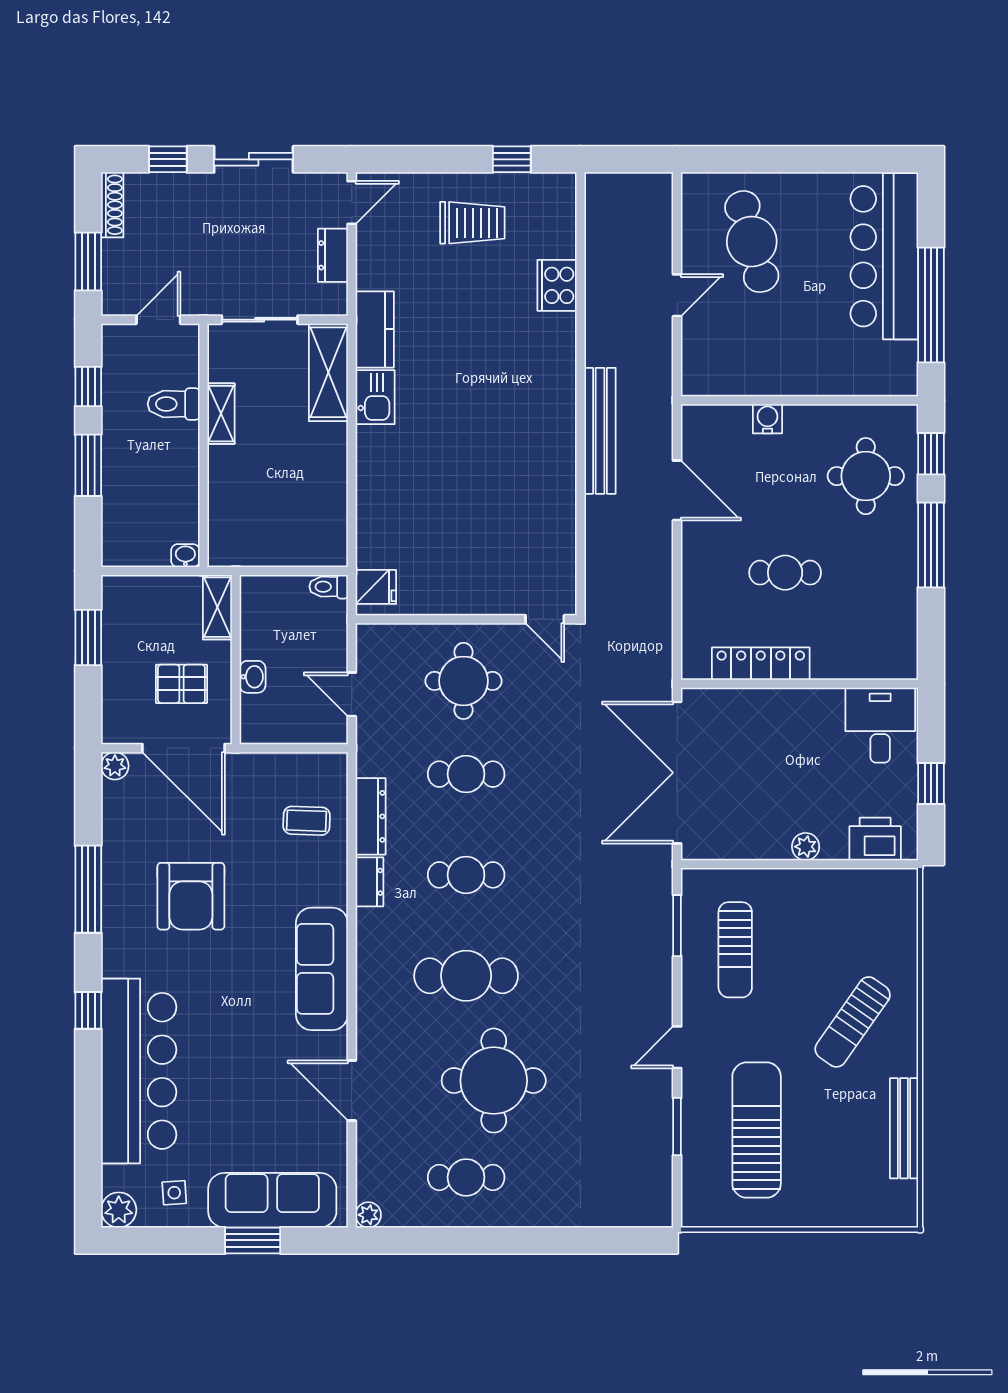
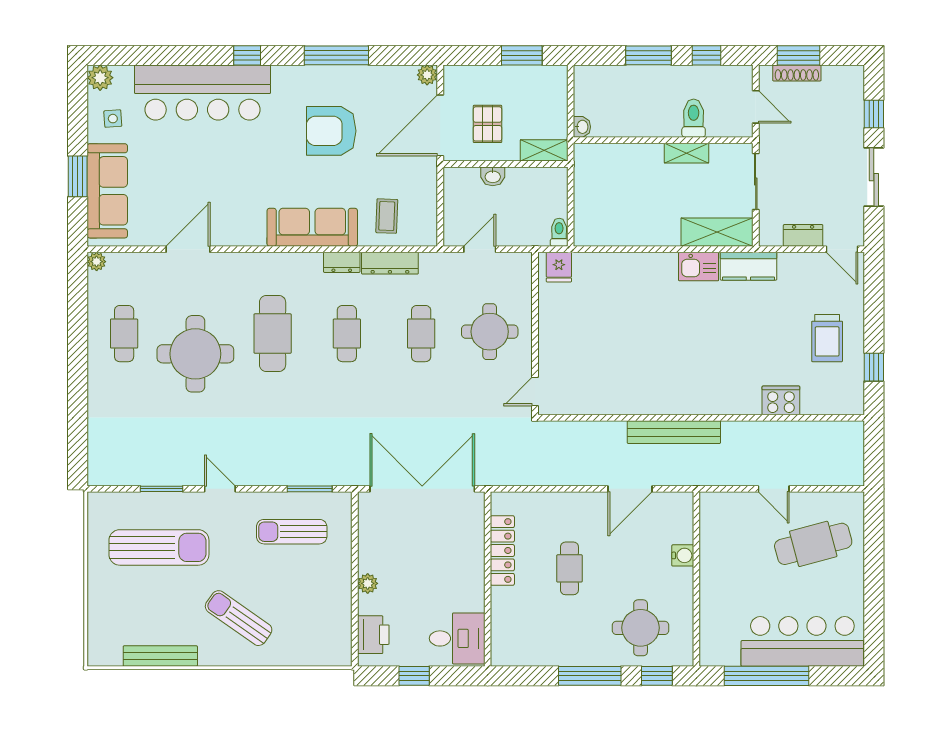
shoe rack: (112, 205) -> (797, 73), moved
sofa: (322, 969) -> (312, 227), moved

